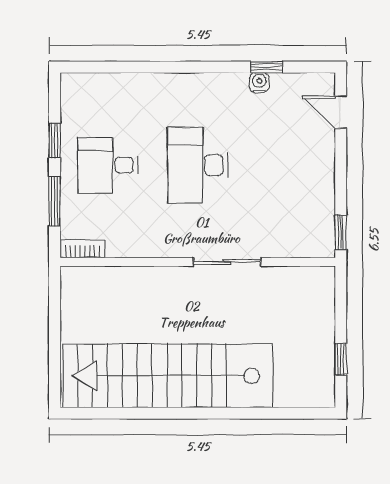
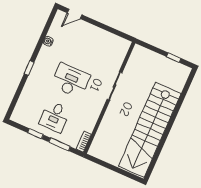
window: (267, 67) -> (29, 68), moved
desk: (198, 165) -> (71, 81), turned 180
window: (341, 232) -> (123, 35), removed

